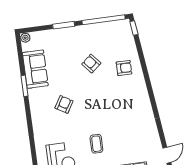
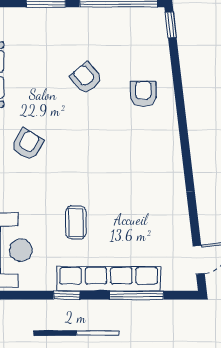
armchair: (124, 68) -> (143, 94), turned -90

